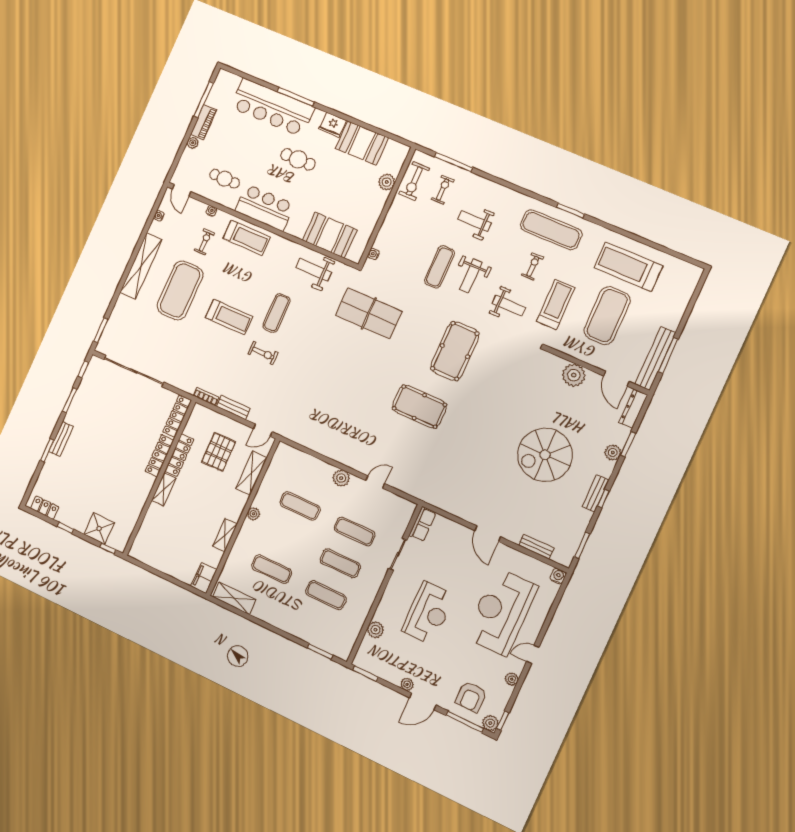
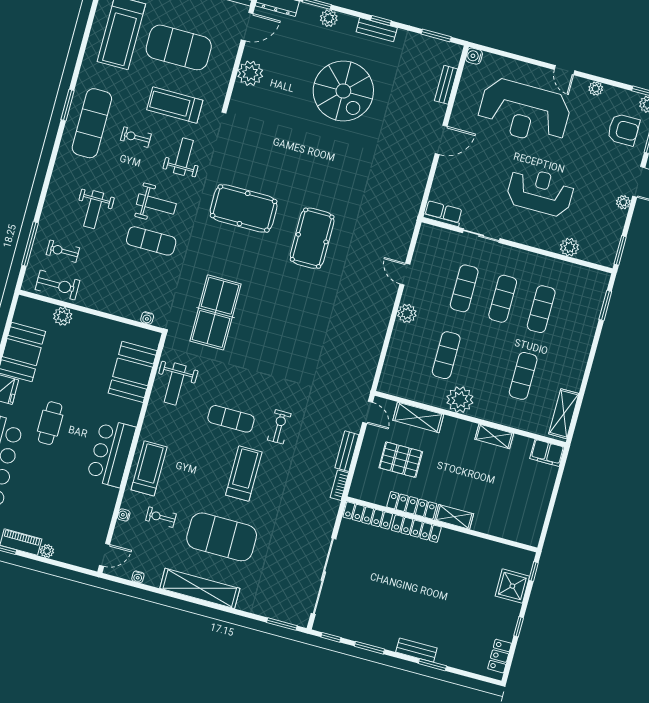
cafe table: (225, 179) -> (84, 506), removed
plant: (253, 514) -> (460, 400), width x1.87, depth x1.87

